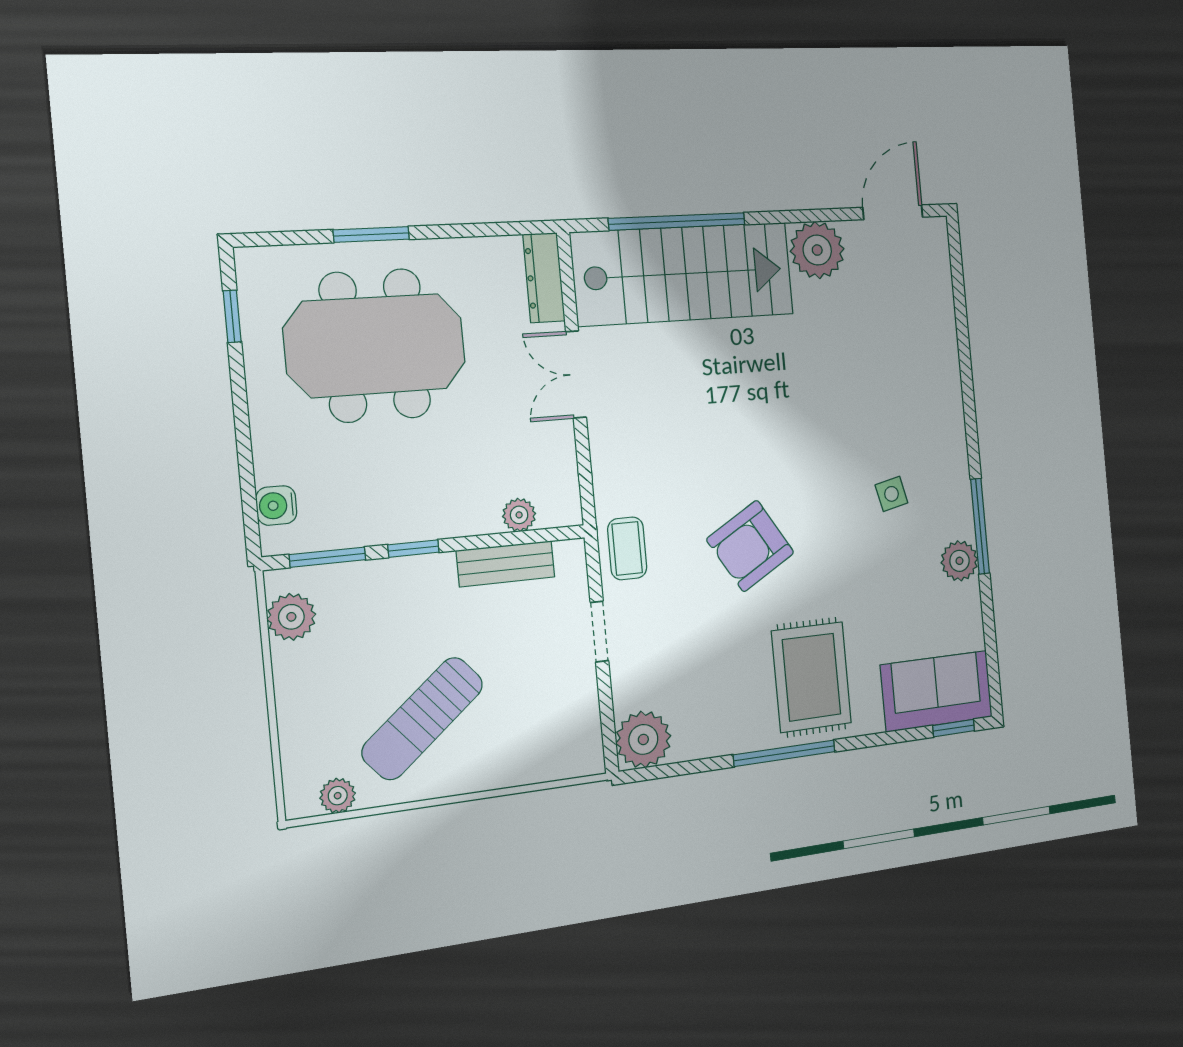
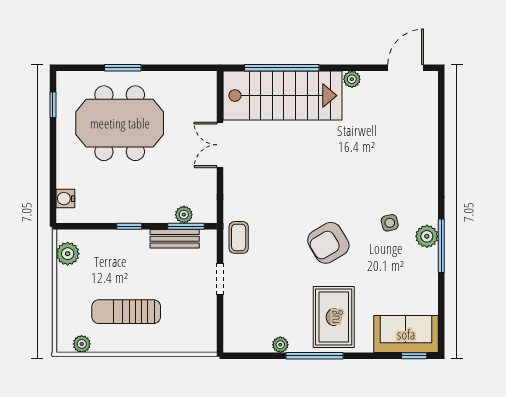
plant: (817, 250) -> (352, 79), width x0.53, depth x0.53
dresser: (544, 278) -> (208, 94), removed
armchair: (750, 546) -> (328, 243), moved
window: (328, 557) -> (186, 226), moved
plant: (959, 561) -> (427, 236), moved
sun lounger: (423, 718) -> (126, 312), turned 40
plant: (643, 739) -> (280, 345), moved, width x0.53, depth x0.53

